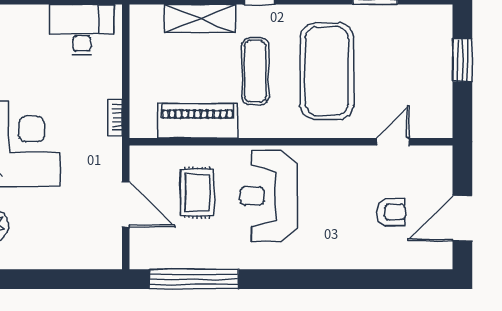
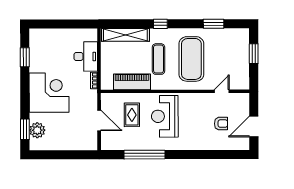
shelving: (200, 19) -> (125, 35), width x1.47
desk: (82, 30) -> (86, 56), moved, turned 90
window: (194, 279) -> (145, 155), moved

